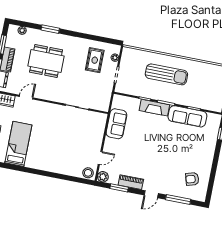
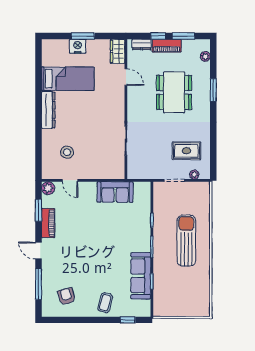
sun lounger: (166, 74) -> (186, 241), turned 180
fireplace: (154, 108) -> (143, 234), removed
coffee table: (203, 149) -> (105, 303), added
dresser: (40, 164) -> (48, 110), added
stool: (88, 173) -> (67, 152), moved

